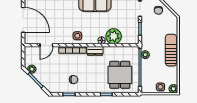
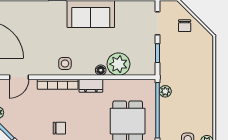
sun lounger: (171, 50) -> (203, 85), removed

